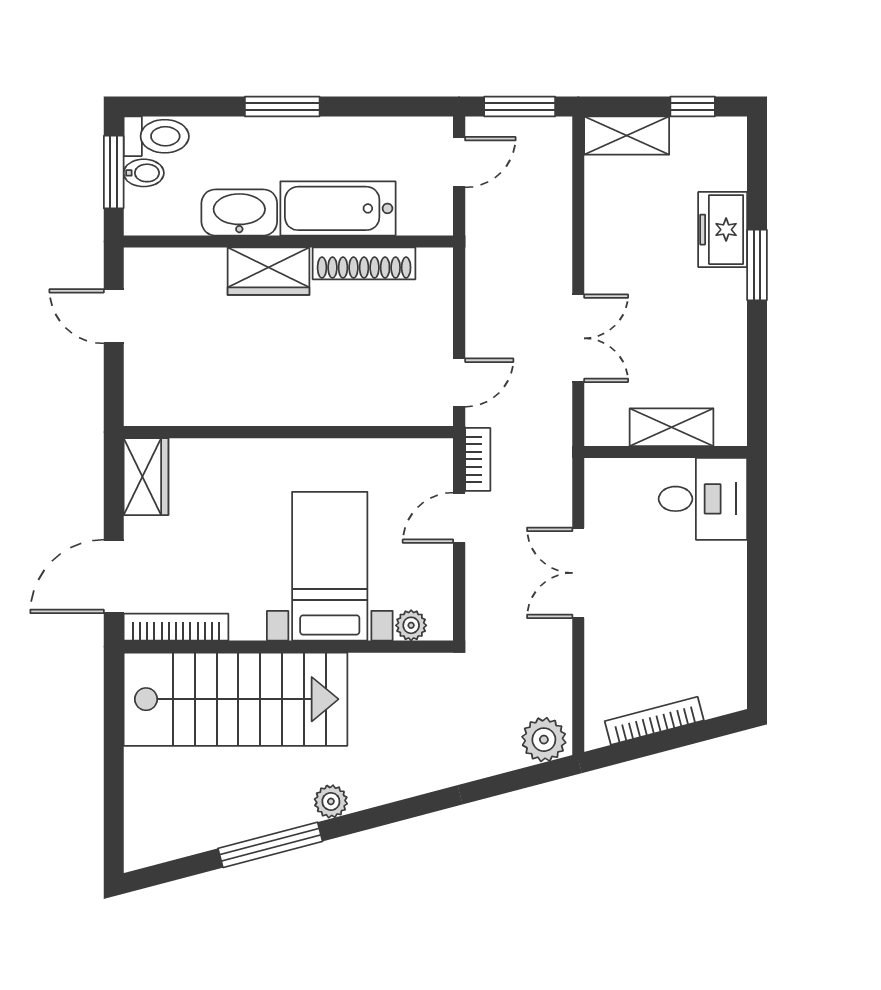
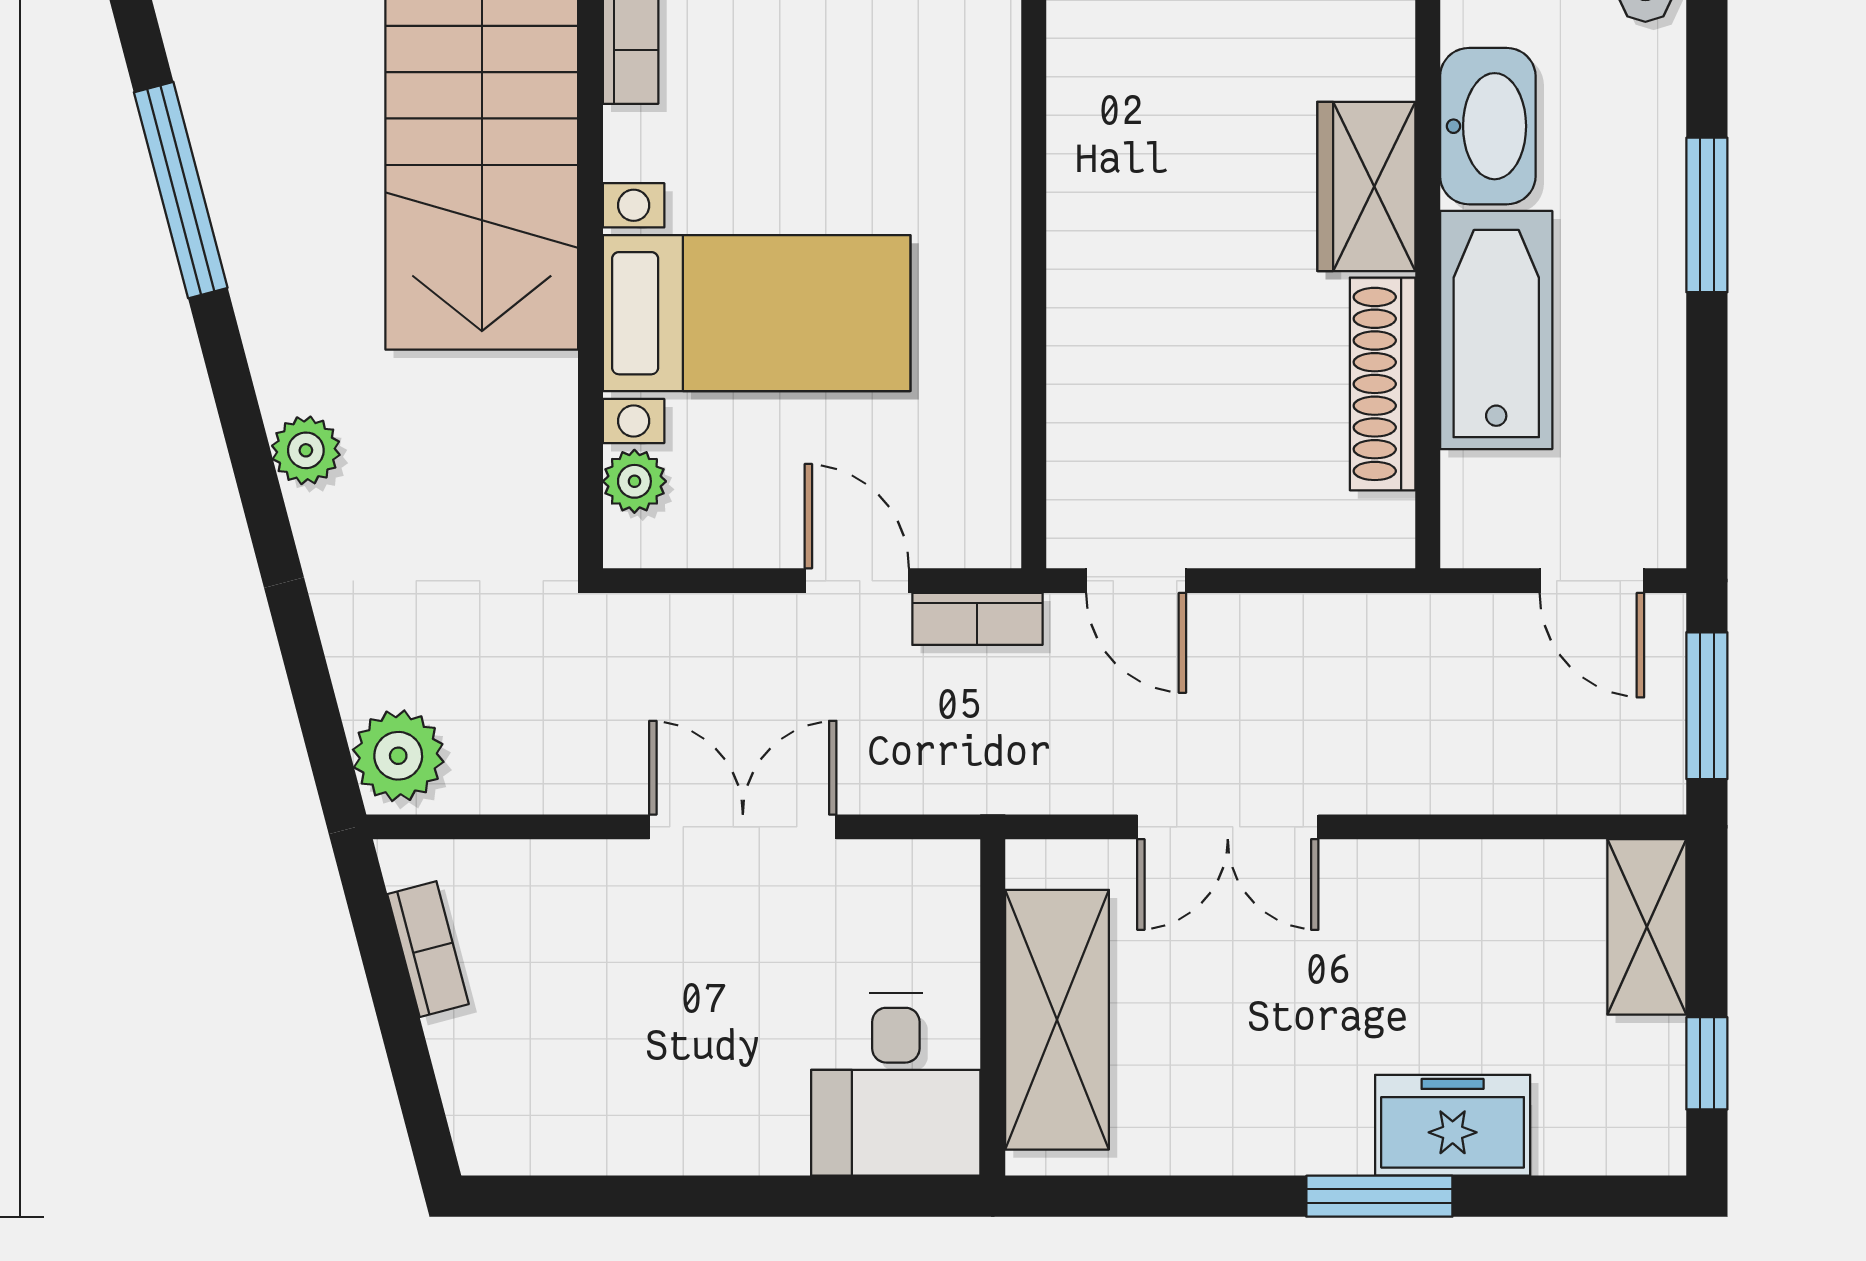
shelving: (672, 427) -> (1057, 1020), width x1.50, depth x1.33
bookcase: (654, 721) -> (428, 949), width x0.64
plant: (331, 801) -> (306, 450), moved

